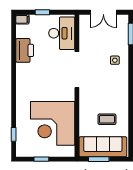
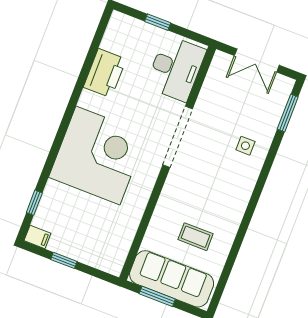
filing cabinet: (22, 19) -> (37, 237), moved
corner desk: (53, 123) -> (98, 155), moved, turned 180

